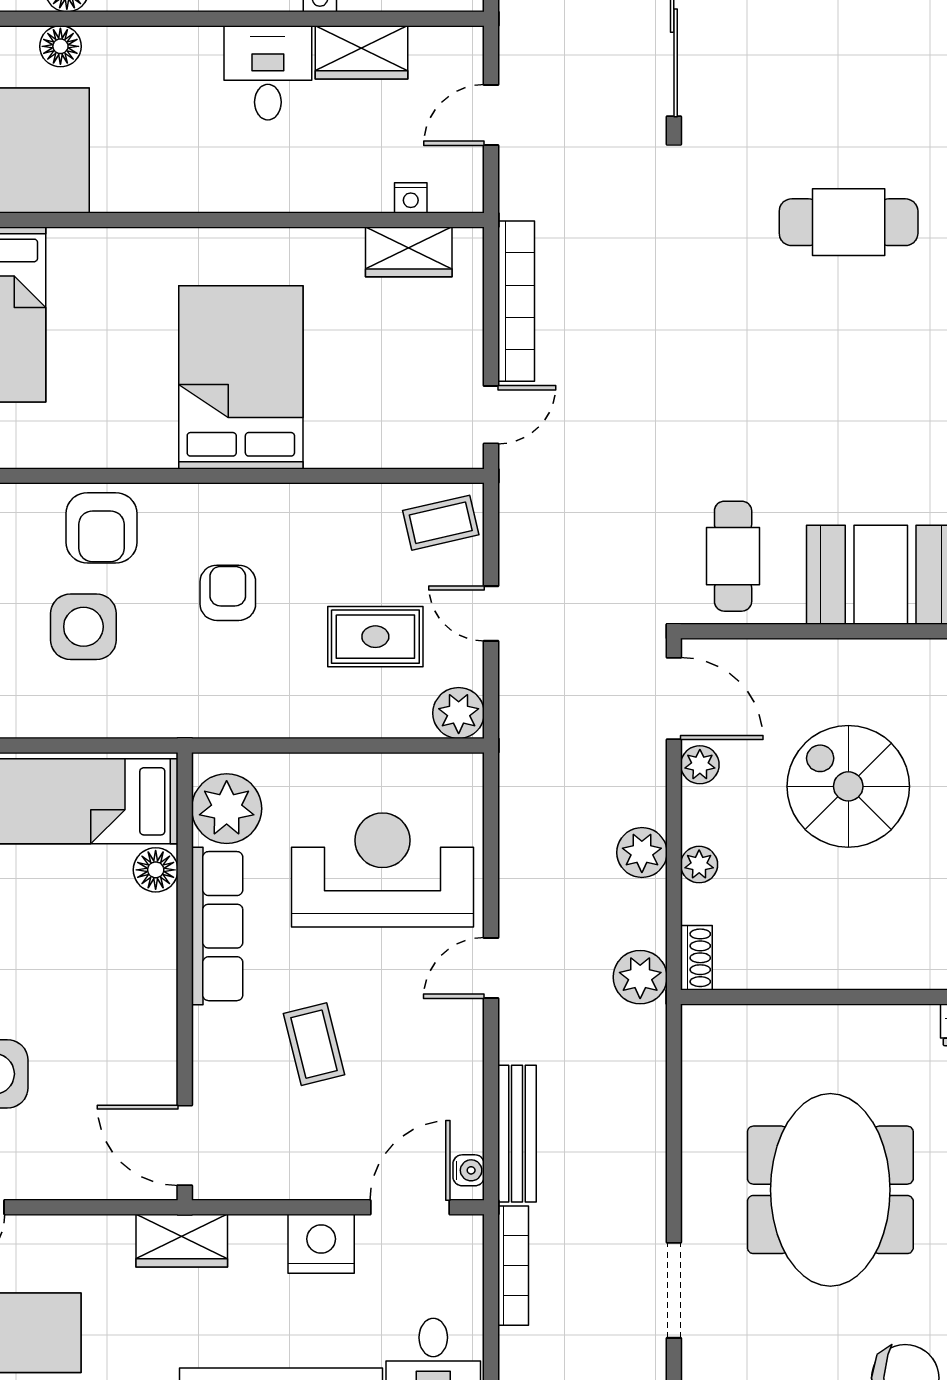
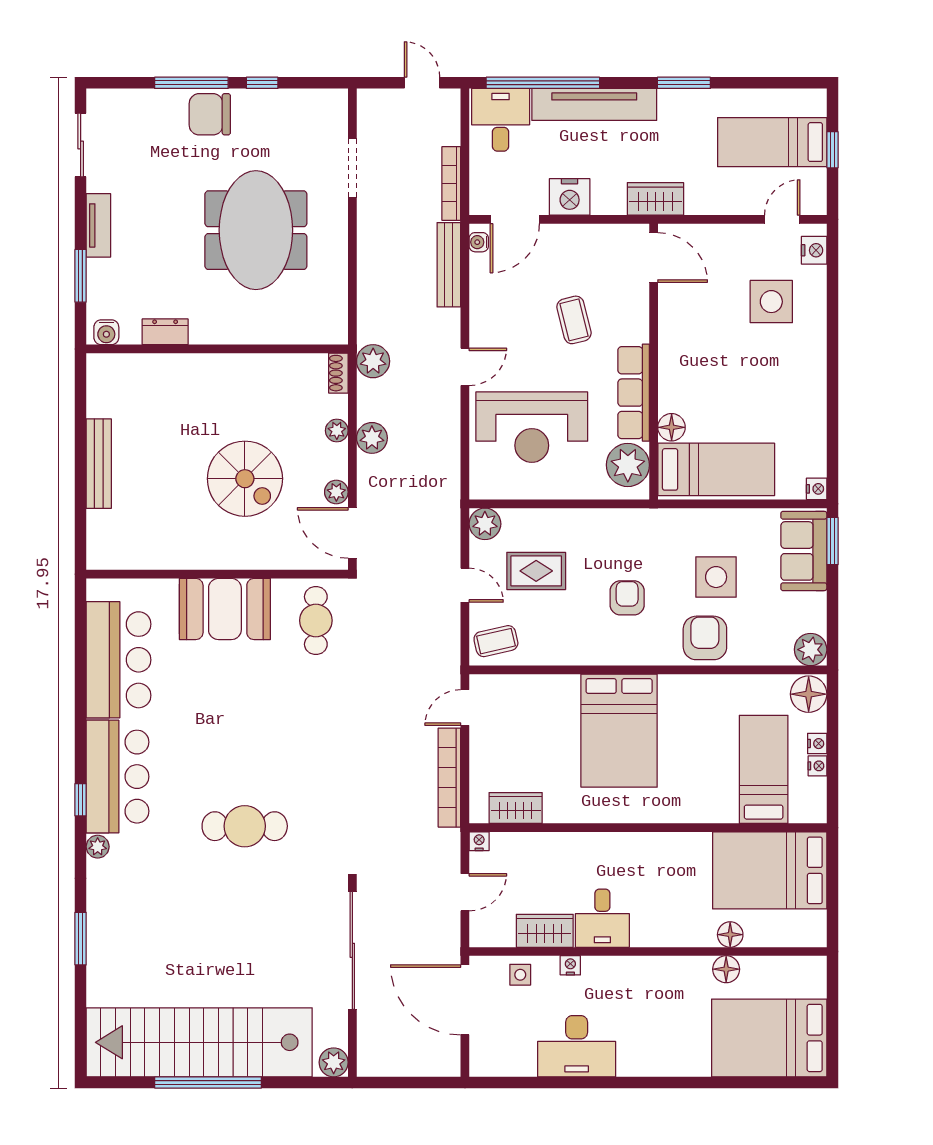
nightstand: (411, 198) -> (479, 841), moved
armchair: (228, 593) -> (627, 598), turned 180

